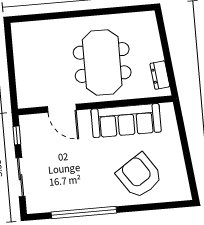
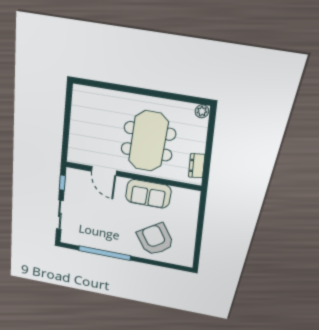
plant: (148, 18) -> (202, 111), added
sofa: (126, 121) -> (148, 194), width x0.73

